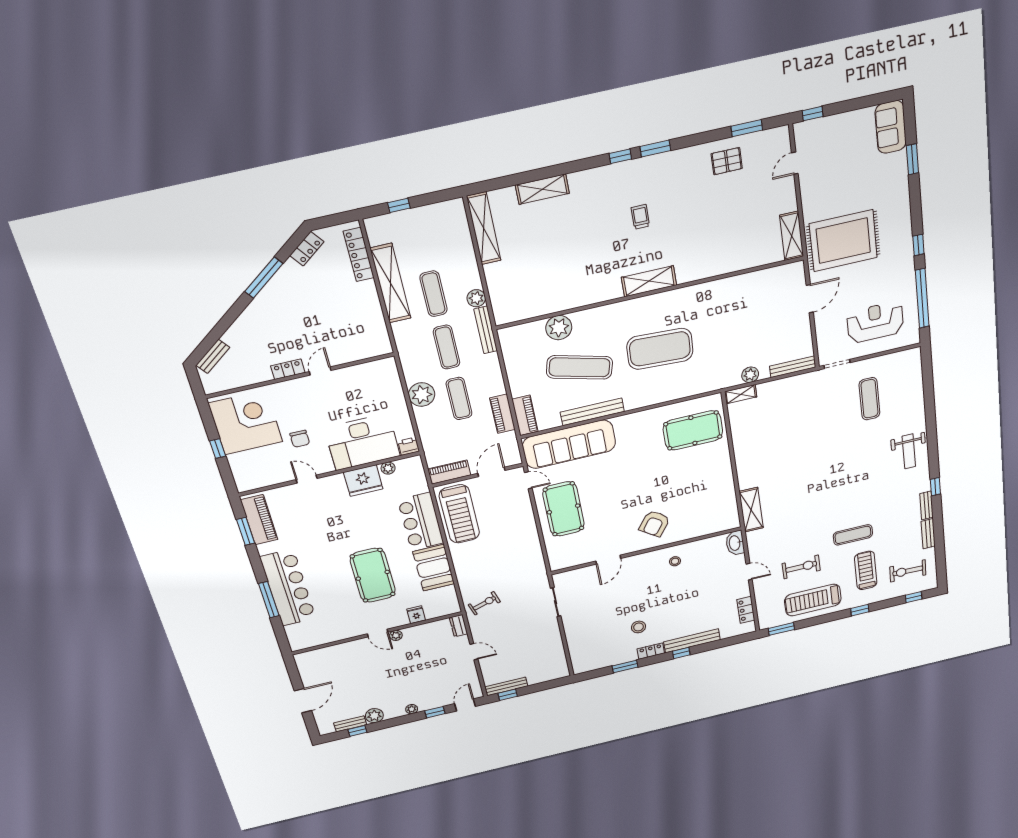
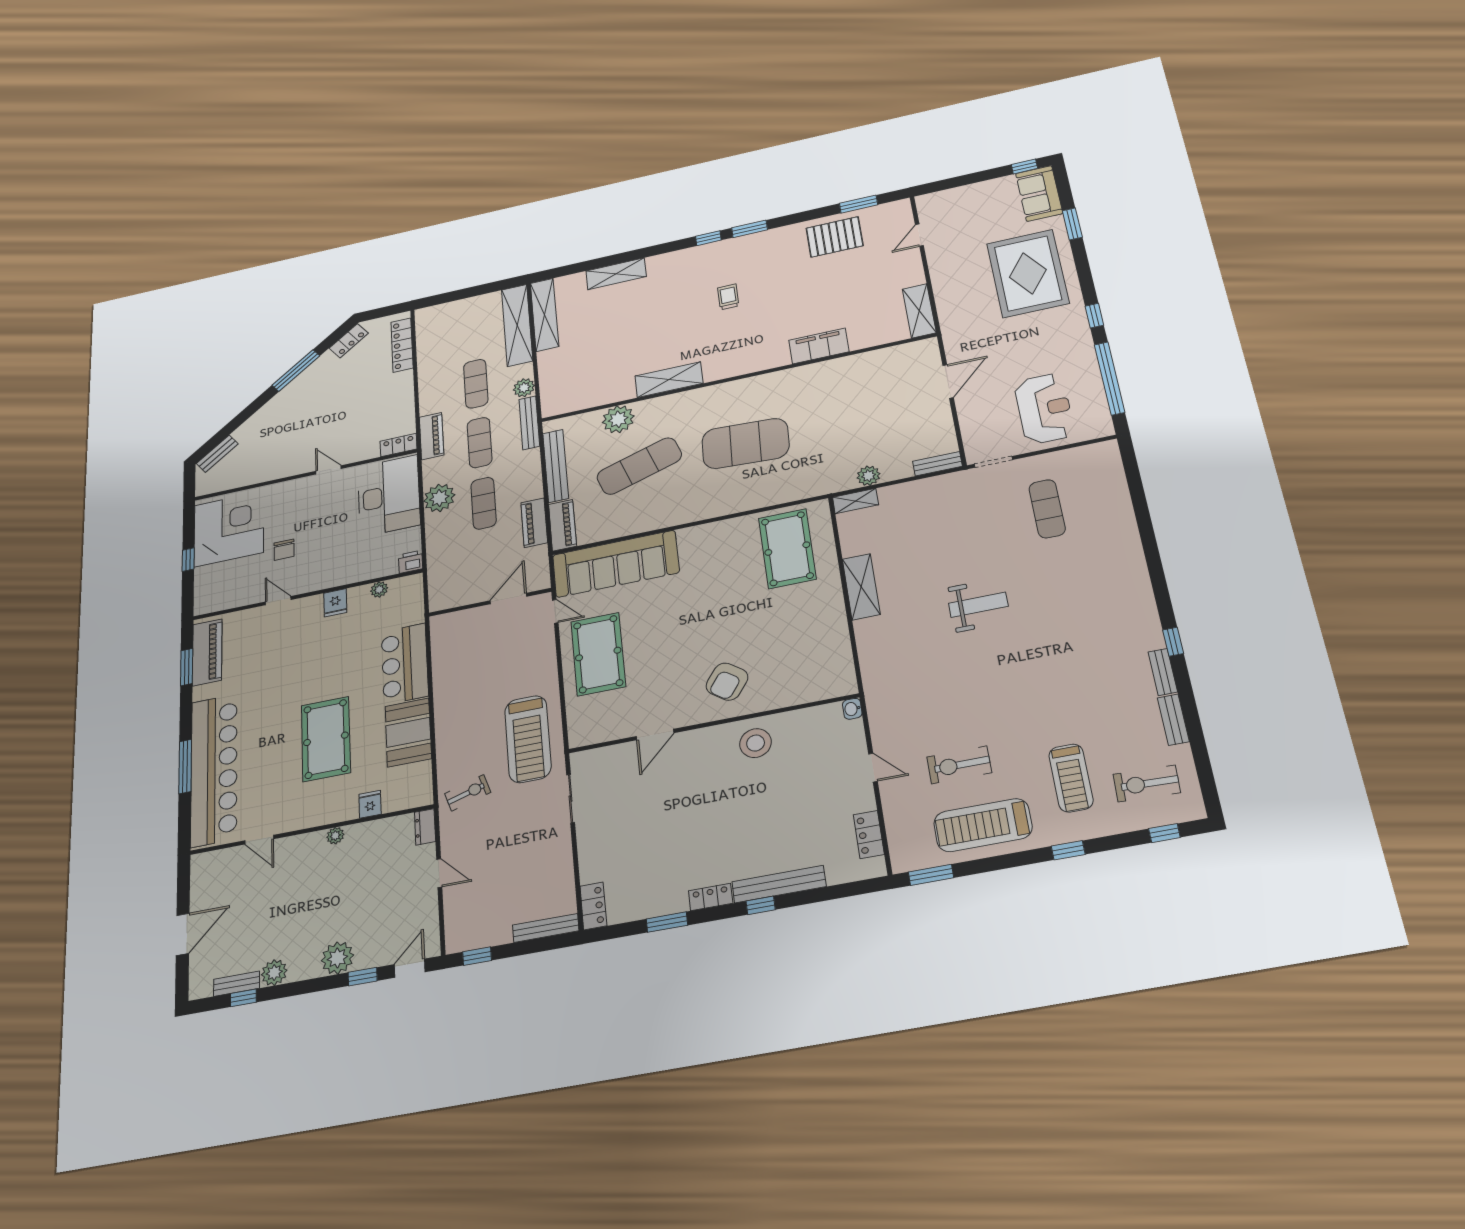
window: (813, 114) -> (1024, 166), moved
pallet: (727, 161) -> (835, 237), width x1.50, depth x1.42
window: (399, 205) -> (456, 295), removed
rug: (843, 241) -> (1028, 273), moved, turned 90
filing cabinet: (714, 265) -> (819, 346), added
shelving: (649, 281) -> (669, 380), moved
shelving: (391, 283) -> (517, 325), moved
reception desk: (875, 322) -> (1044, 409), turned 90
exercise mat: (580, 367) -> (639, 466), turned -33
bench: (793, 367) -> (937, 464), width x0.73
locker: (288, 369) -> (398, 445), moved
door: (320, 371) -> (329, 470), hinge flipped
bench: (592, 412) -> (556, 466), moved, turned 90
pool table: (693, 430) -> (787, 549), turned 90
desk: (362, 442) -> (389, 496), moved, turned -90
weight bench: (909, 451) -> (978, 605), moved, turned -90
piano: (449, 472) -> (432, 436), moved, turned 90
fridge: (363, 481) -> (335, 603), width x0.53, depth x0.75
shelving: (751, 510) -> (861, 587), moved
treadmill: (459, 514) -> (528, 739), moved
exercise mat: (853, 535) -> (1042, 715), removed
washbasin: (735, 543) -> (852, 709), width x0.52, depth x0.69
stool: (675, 561) -> (756, 743), width x1.89, depth x1.89
exercise bike: (801, 567) -> (959, 765), turned 180
treadmill: (866, 570) -> (1071, 778), turned 180
bar counter: (288, 588) -> (214, 770), width x1.36
stool: (638, 627) -> (693, 851), removed
door: (378, 633) -> (259, 840), moved
locker: (578, 662) -> (593, 906), added
bench: (506, 686) -> (546, 928), moved
plant: (412, 709) -> (337, 958), width x1.88, depth x1.88

